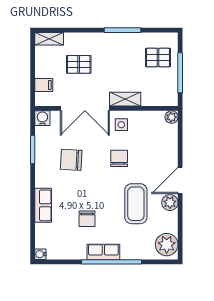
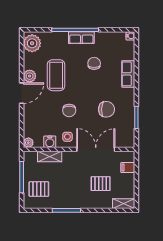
shelving: (125, 99) -> (50, 157), moved
water cooler: (42, 118) -> (50, 142), moved

